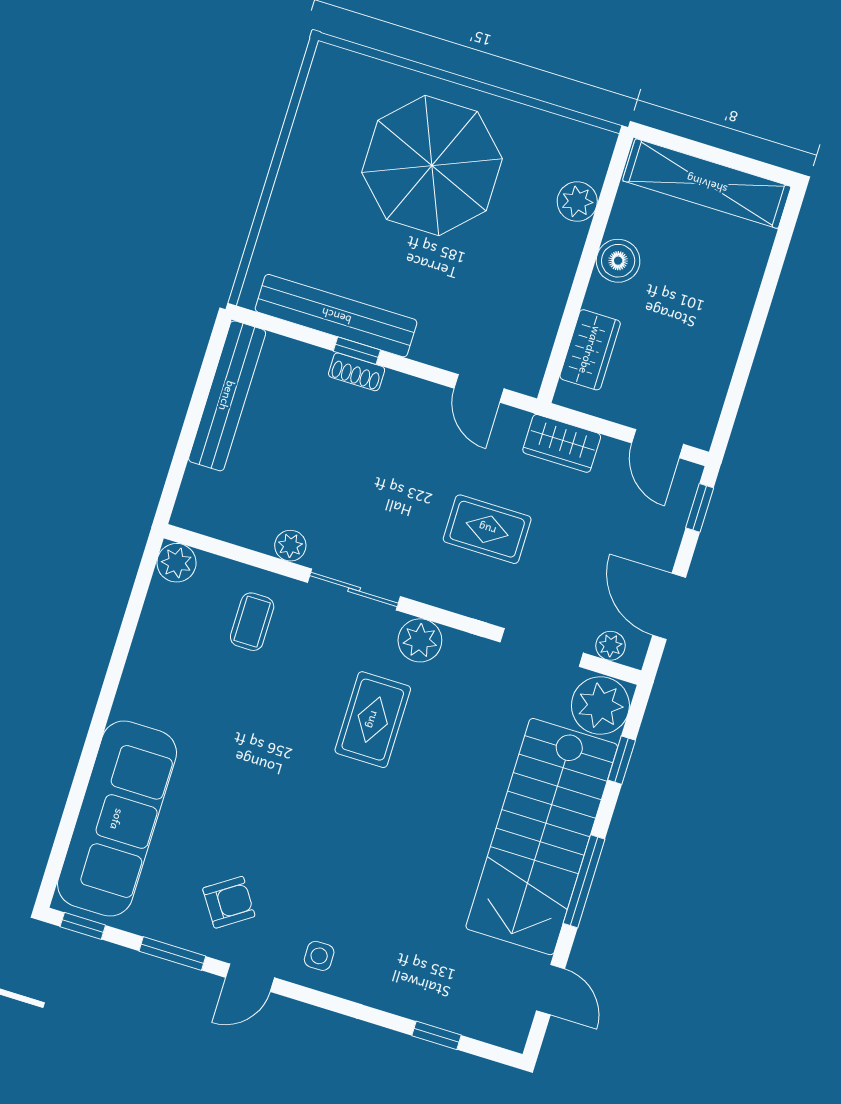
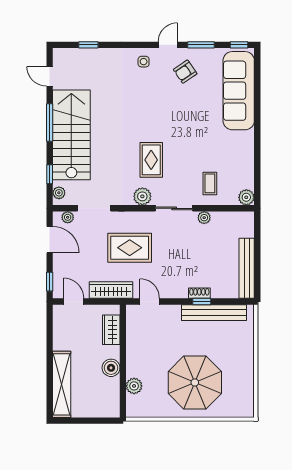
shelving: (707, 184) -> (62, 384), moved, turned 90
wardrobe: (562, 443) -> (111, 290), width x1.50
rug: (487, 529) -> (130, 248), width x1.36, depth x1.43
plant: (600, 705) -> (59, 193), width x0.53, depth x0.53

